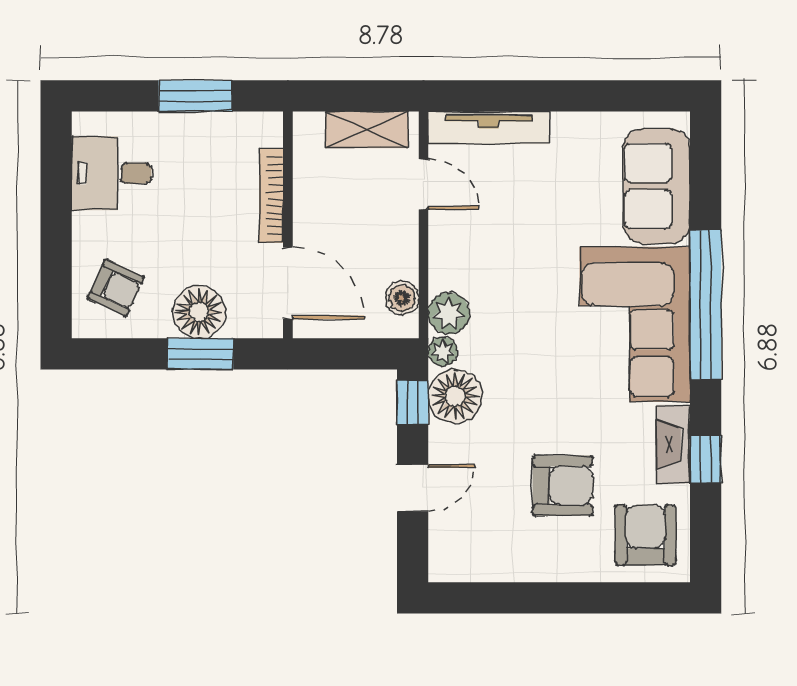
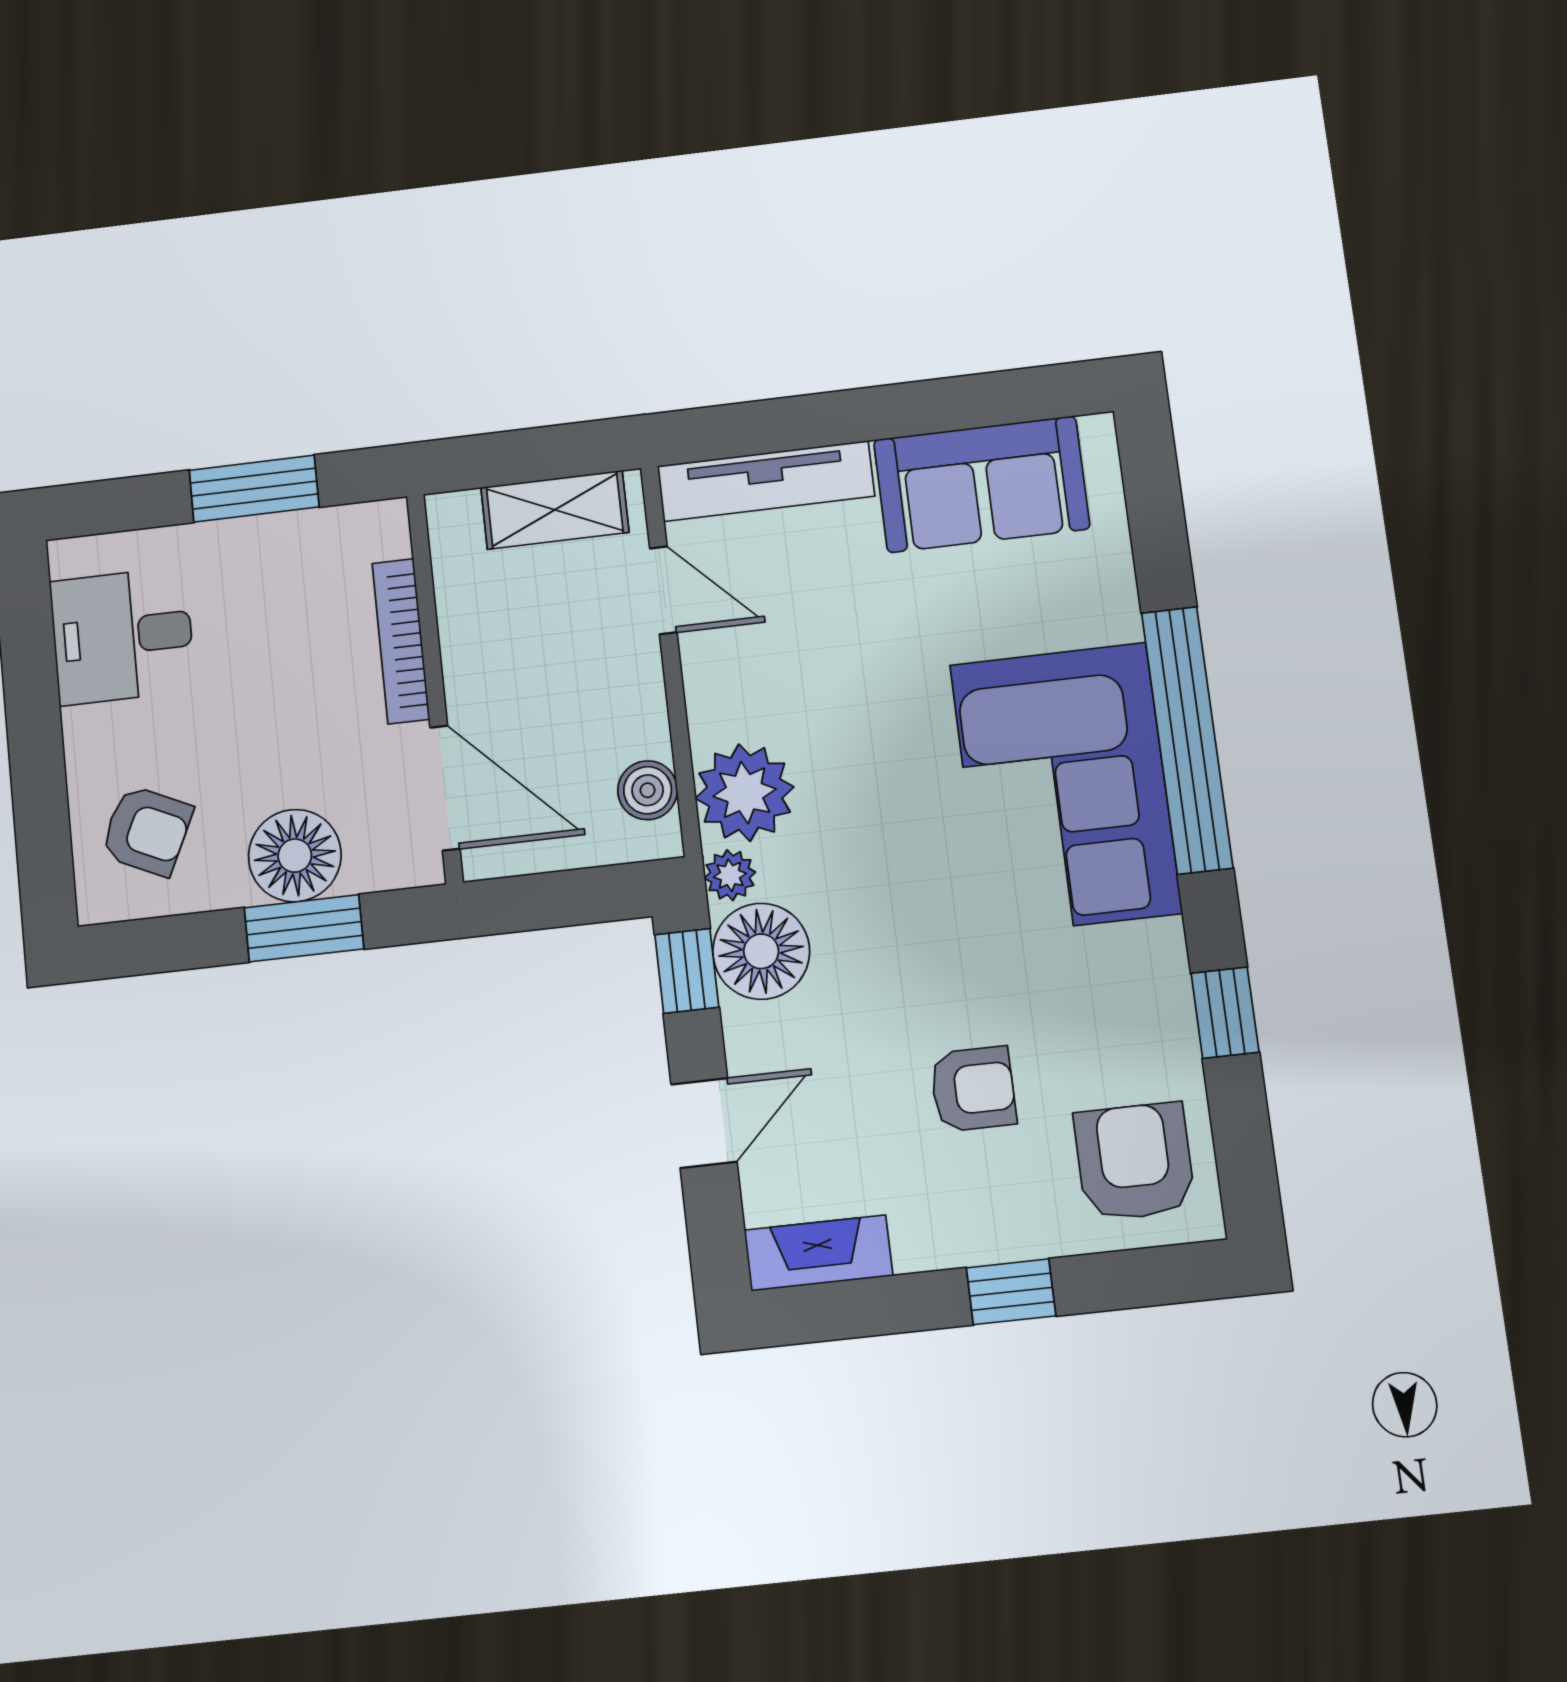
sofa: (657, 186) -> (982, 484), moved, turned -90
plant: (449, 313) -> (745, 793), width x1.36, depth x1.36
fireplace: (673, 444) -> (818, 1253), moved, turned 90
armchair: (563, 486) -> (973, 1089), width x0.72, depth x0.72
window: (570, 598) -> (1011, 1292), added

